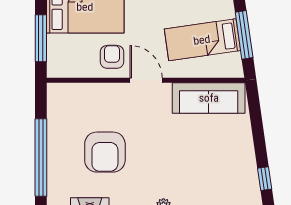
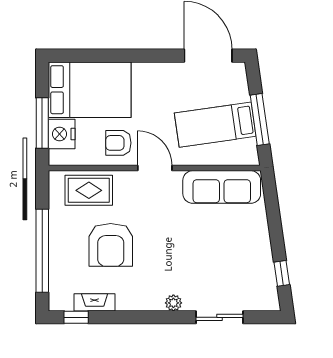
nightstand: (59, 48) -> (62, 134), added
armchair: (112, 57) -> (118, 143), turned -90
rug: (84, 101) -> (89, 190), added

